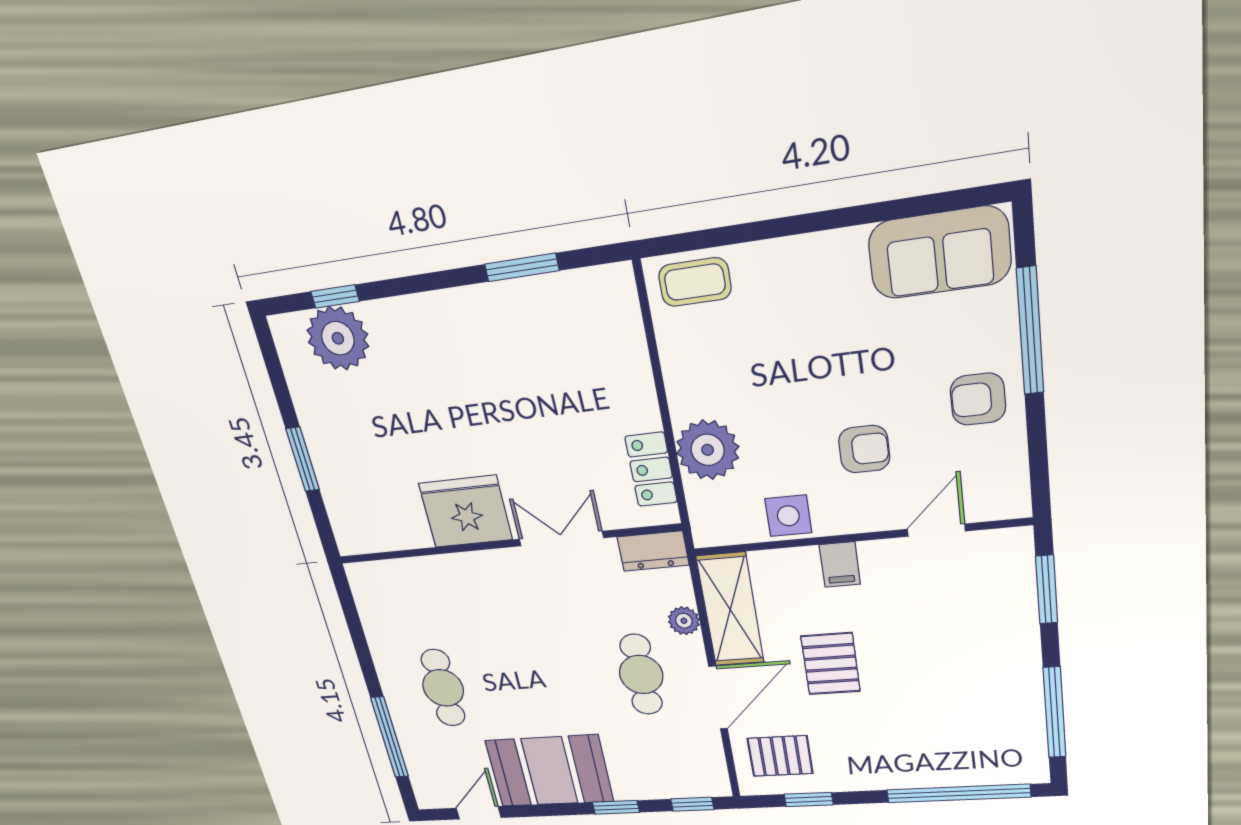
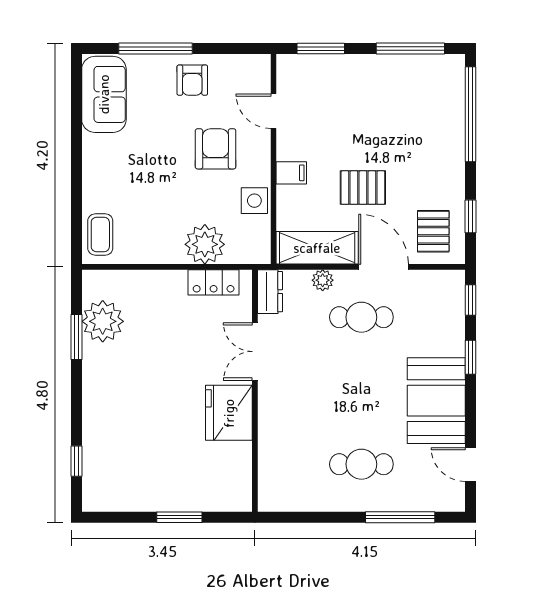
plant: (338, 338) -> (103, 321), moved
armchair: (864, 449) -> (216, 149), width x1.38, depth x1.38

